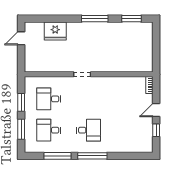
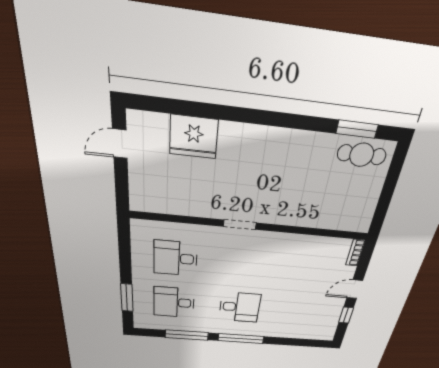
window: (95, 19) -> (281, 120), removed
cafe table: (137, 30) -> (362, 155), added
window: (21, 102) -> (125, 259), removed

